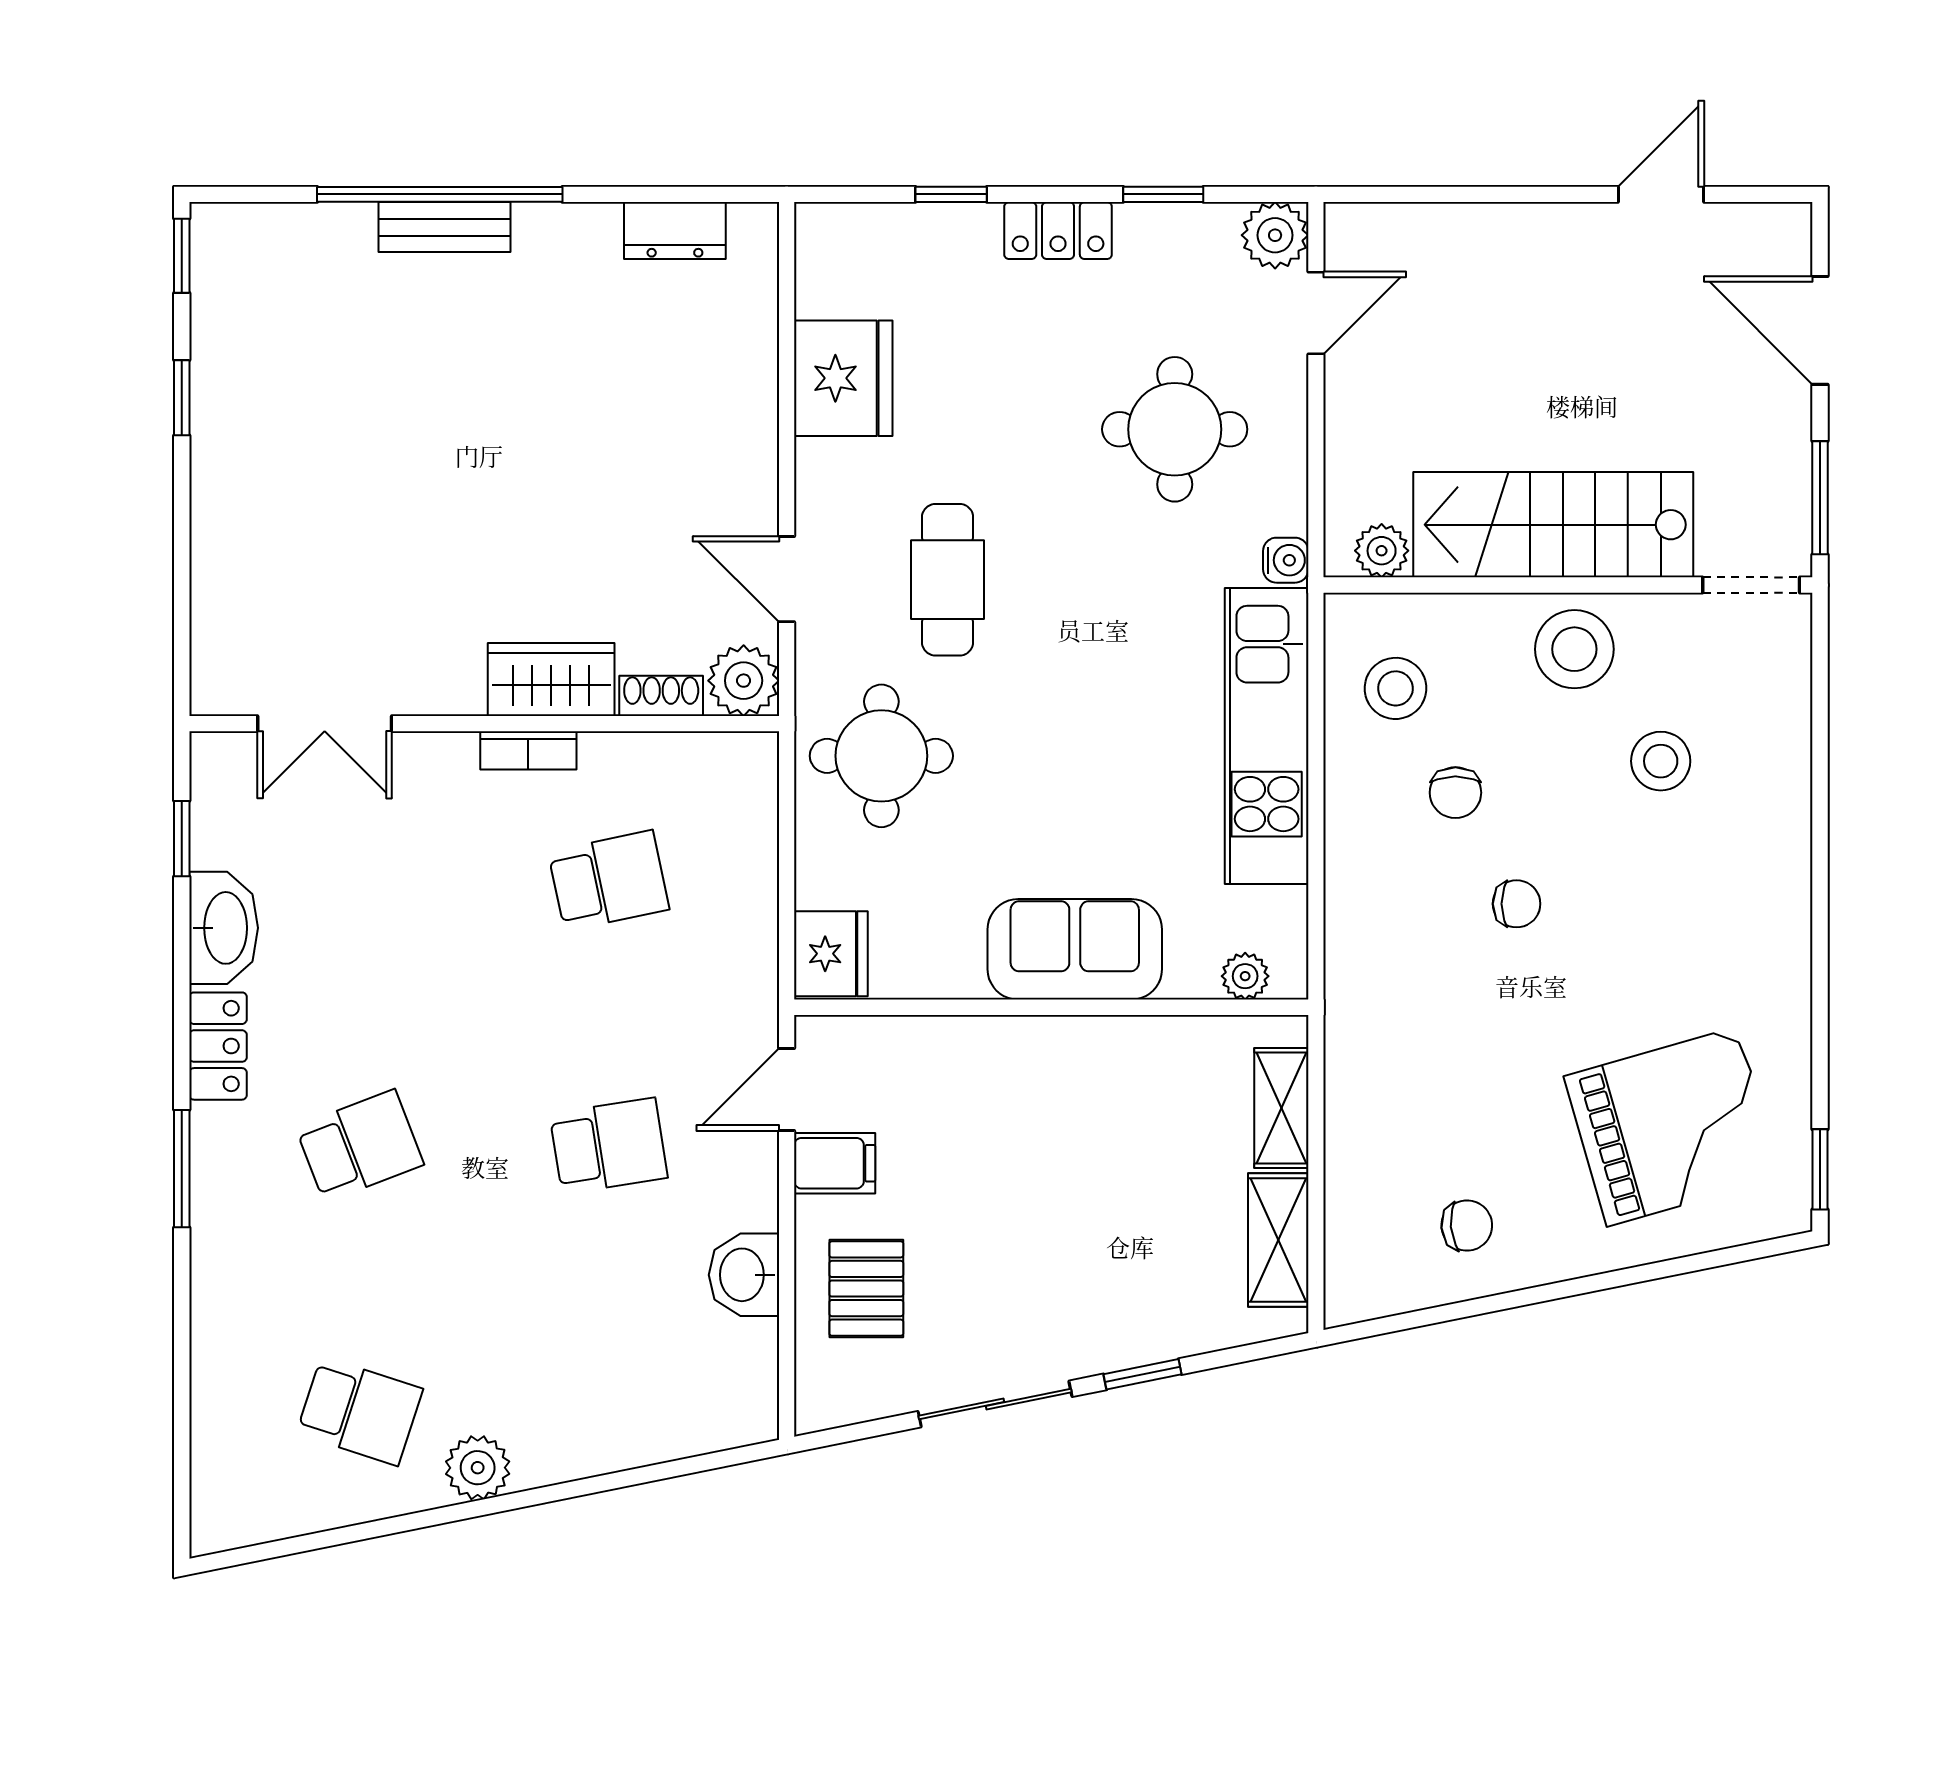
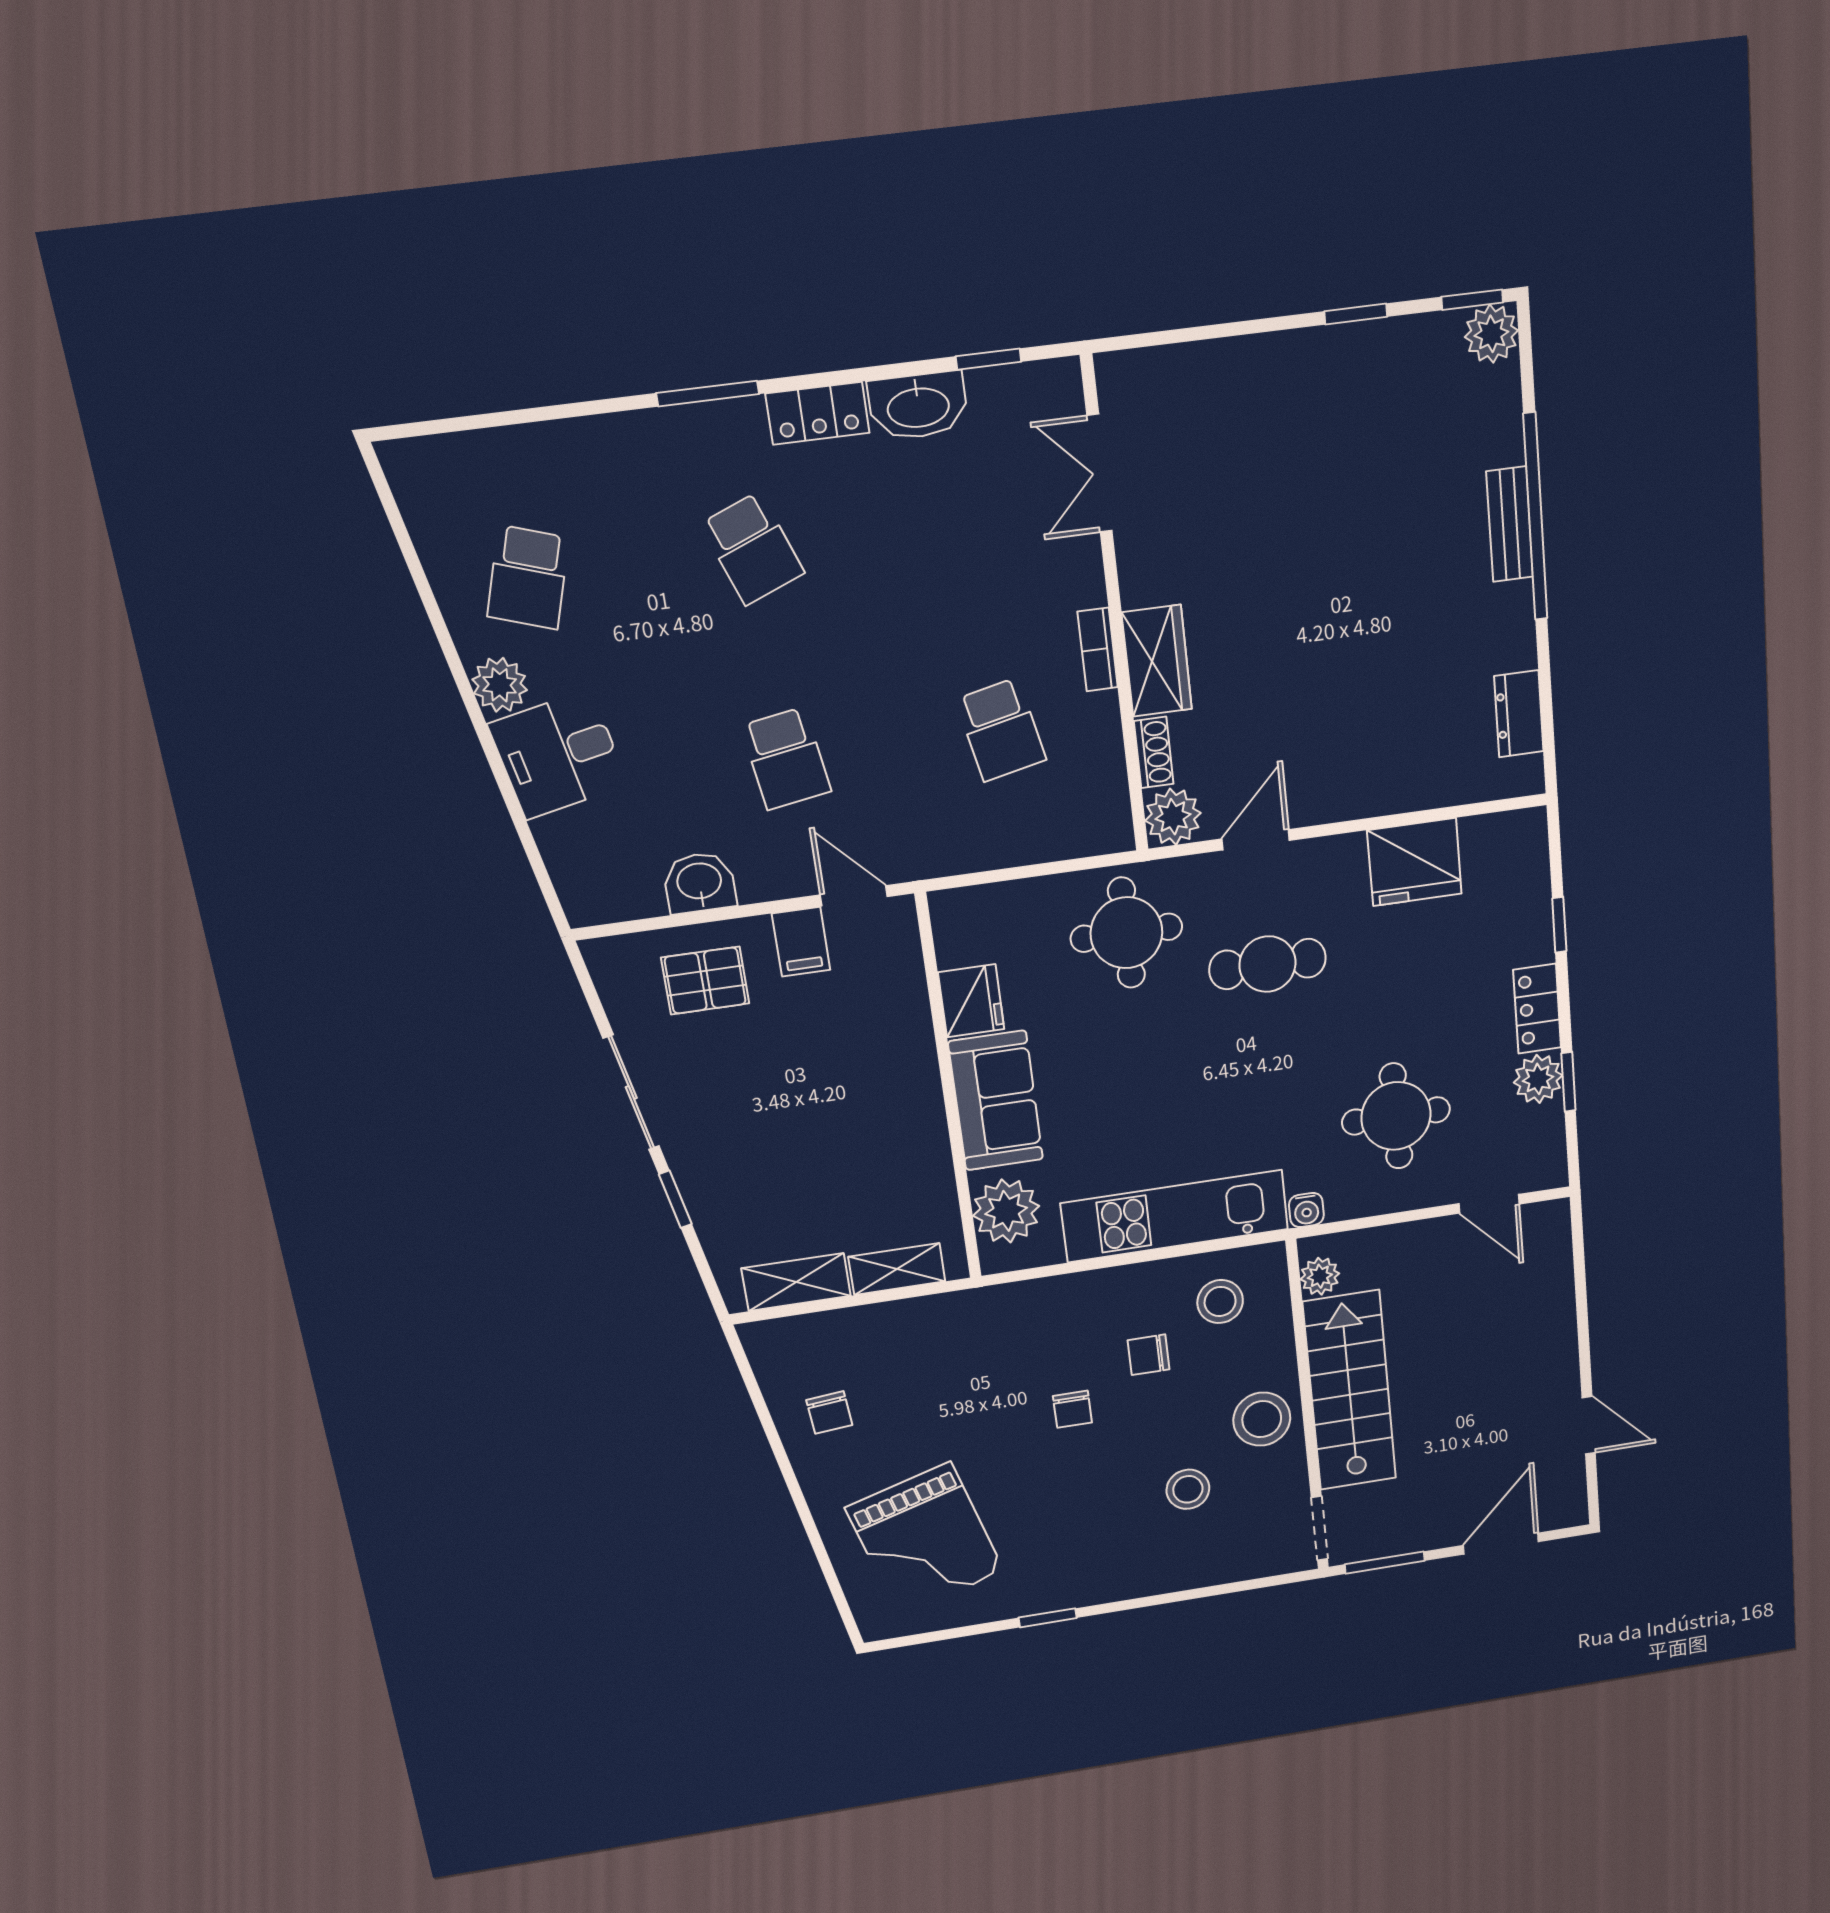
plant: (222, 235) -> (1491, 334), added
plant: (1275, 235) -> (1538, 1079), moved
fridge: (831, 954) -> (971, 1001), moved, turned -90
plant: (1245, 976) -> (1006, 1211), width x1.88, depth x1.88
window: (1820, 1169) -> (1048, 1618), moved
desk: (568, 1415) -> (558, 754), added

